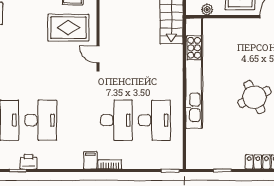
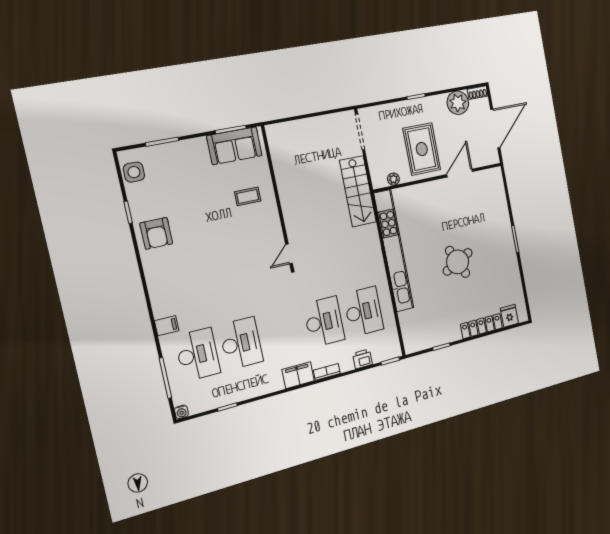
rug: (68, 28) -> (250, 231), removed
door: (98, 54) -> (289, 254), hinge flipped
filing cabinet: (90, 160) -> (298, 375), width x2.00
printer: (29, 162) -> (362, 359), moved

